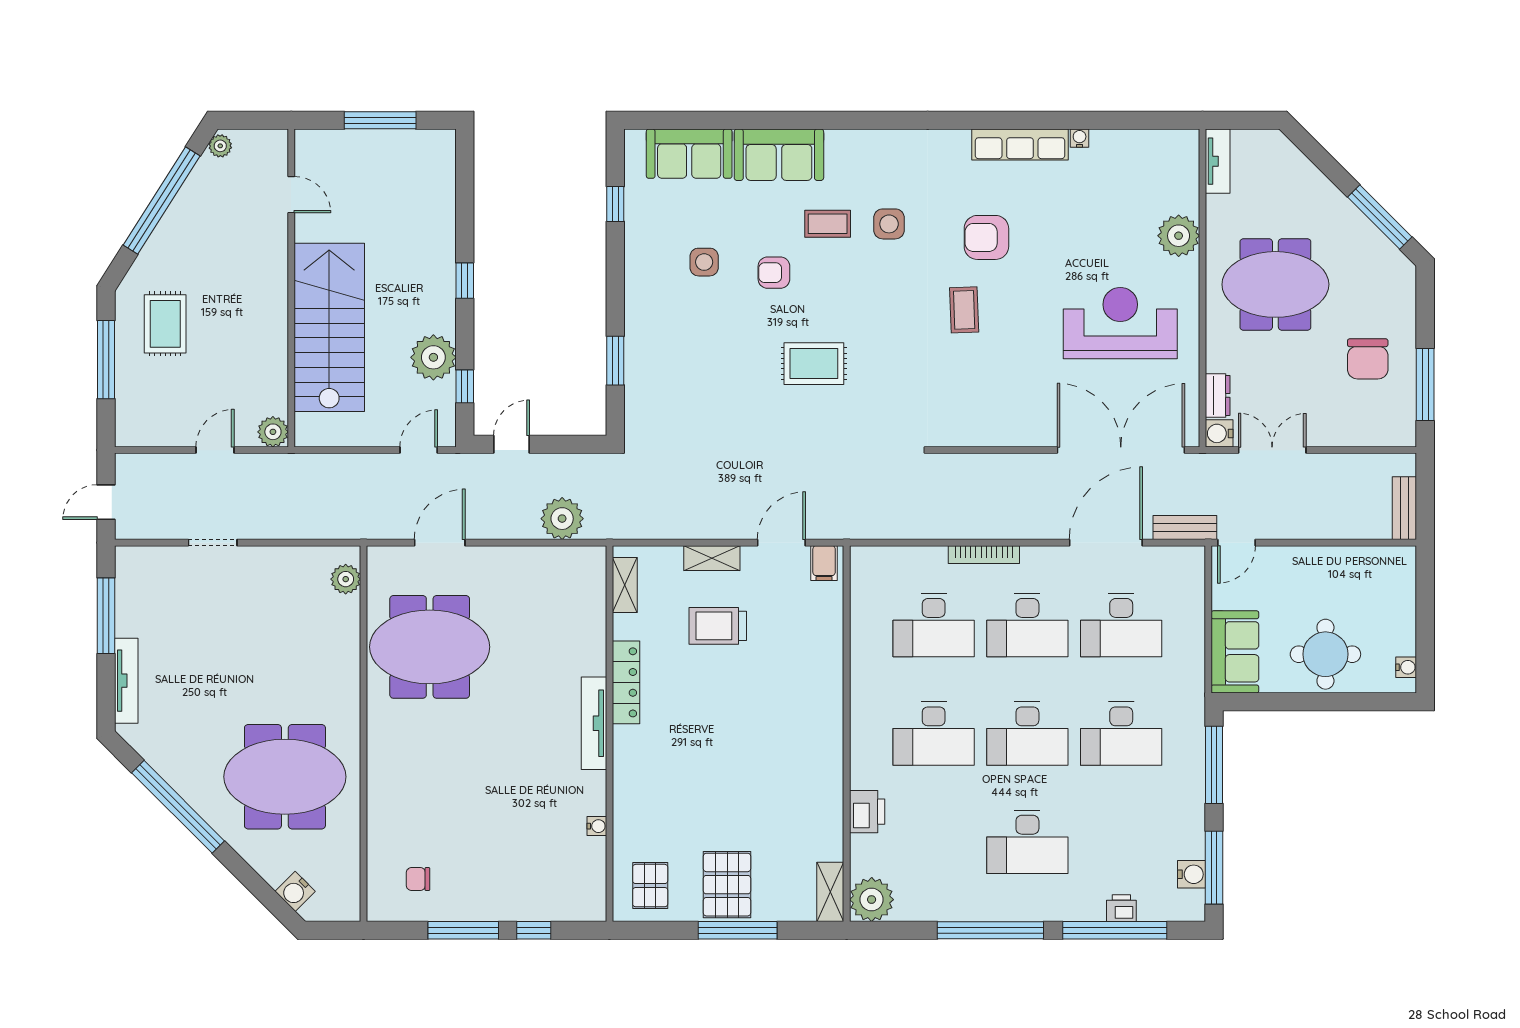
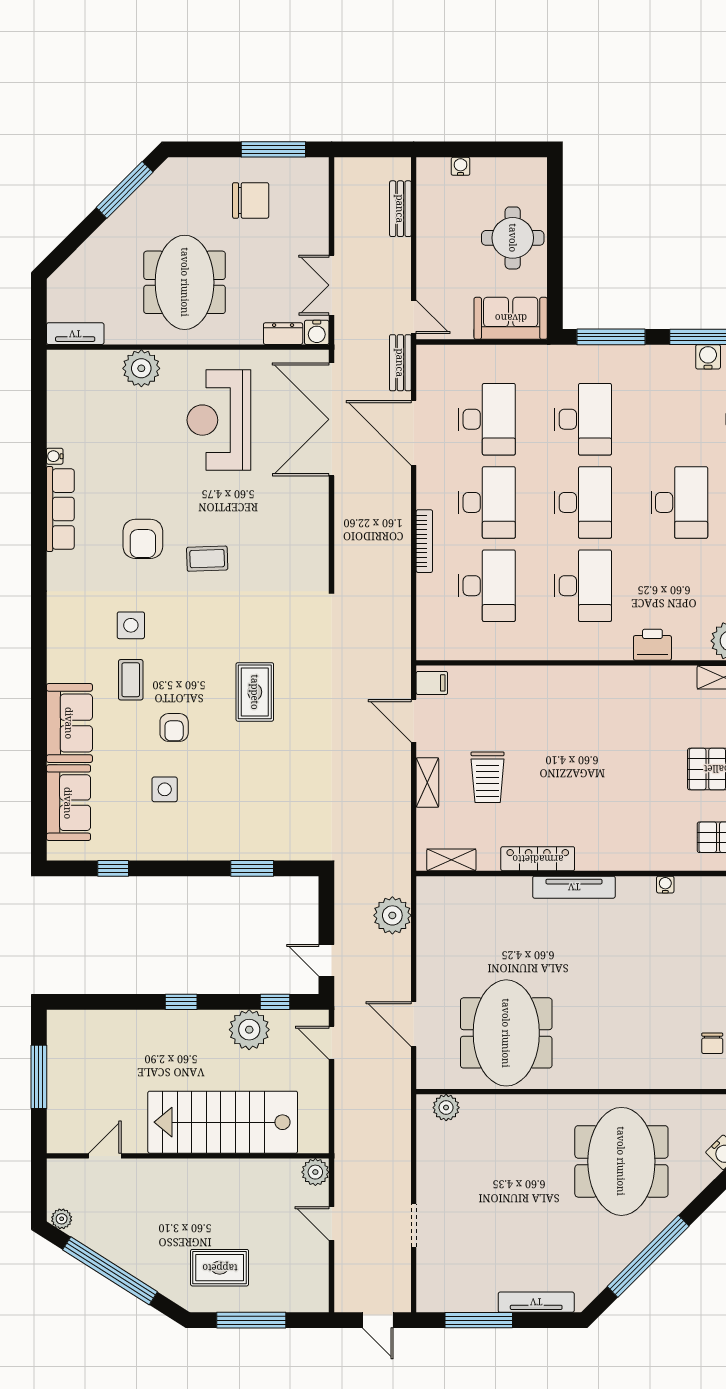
bench: (1404, 508) -> (400, 209), moved, turned 90
water cooler: (1406, 667) -> (461, 166), moved

